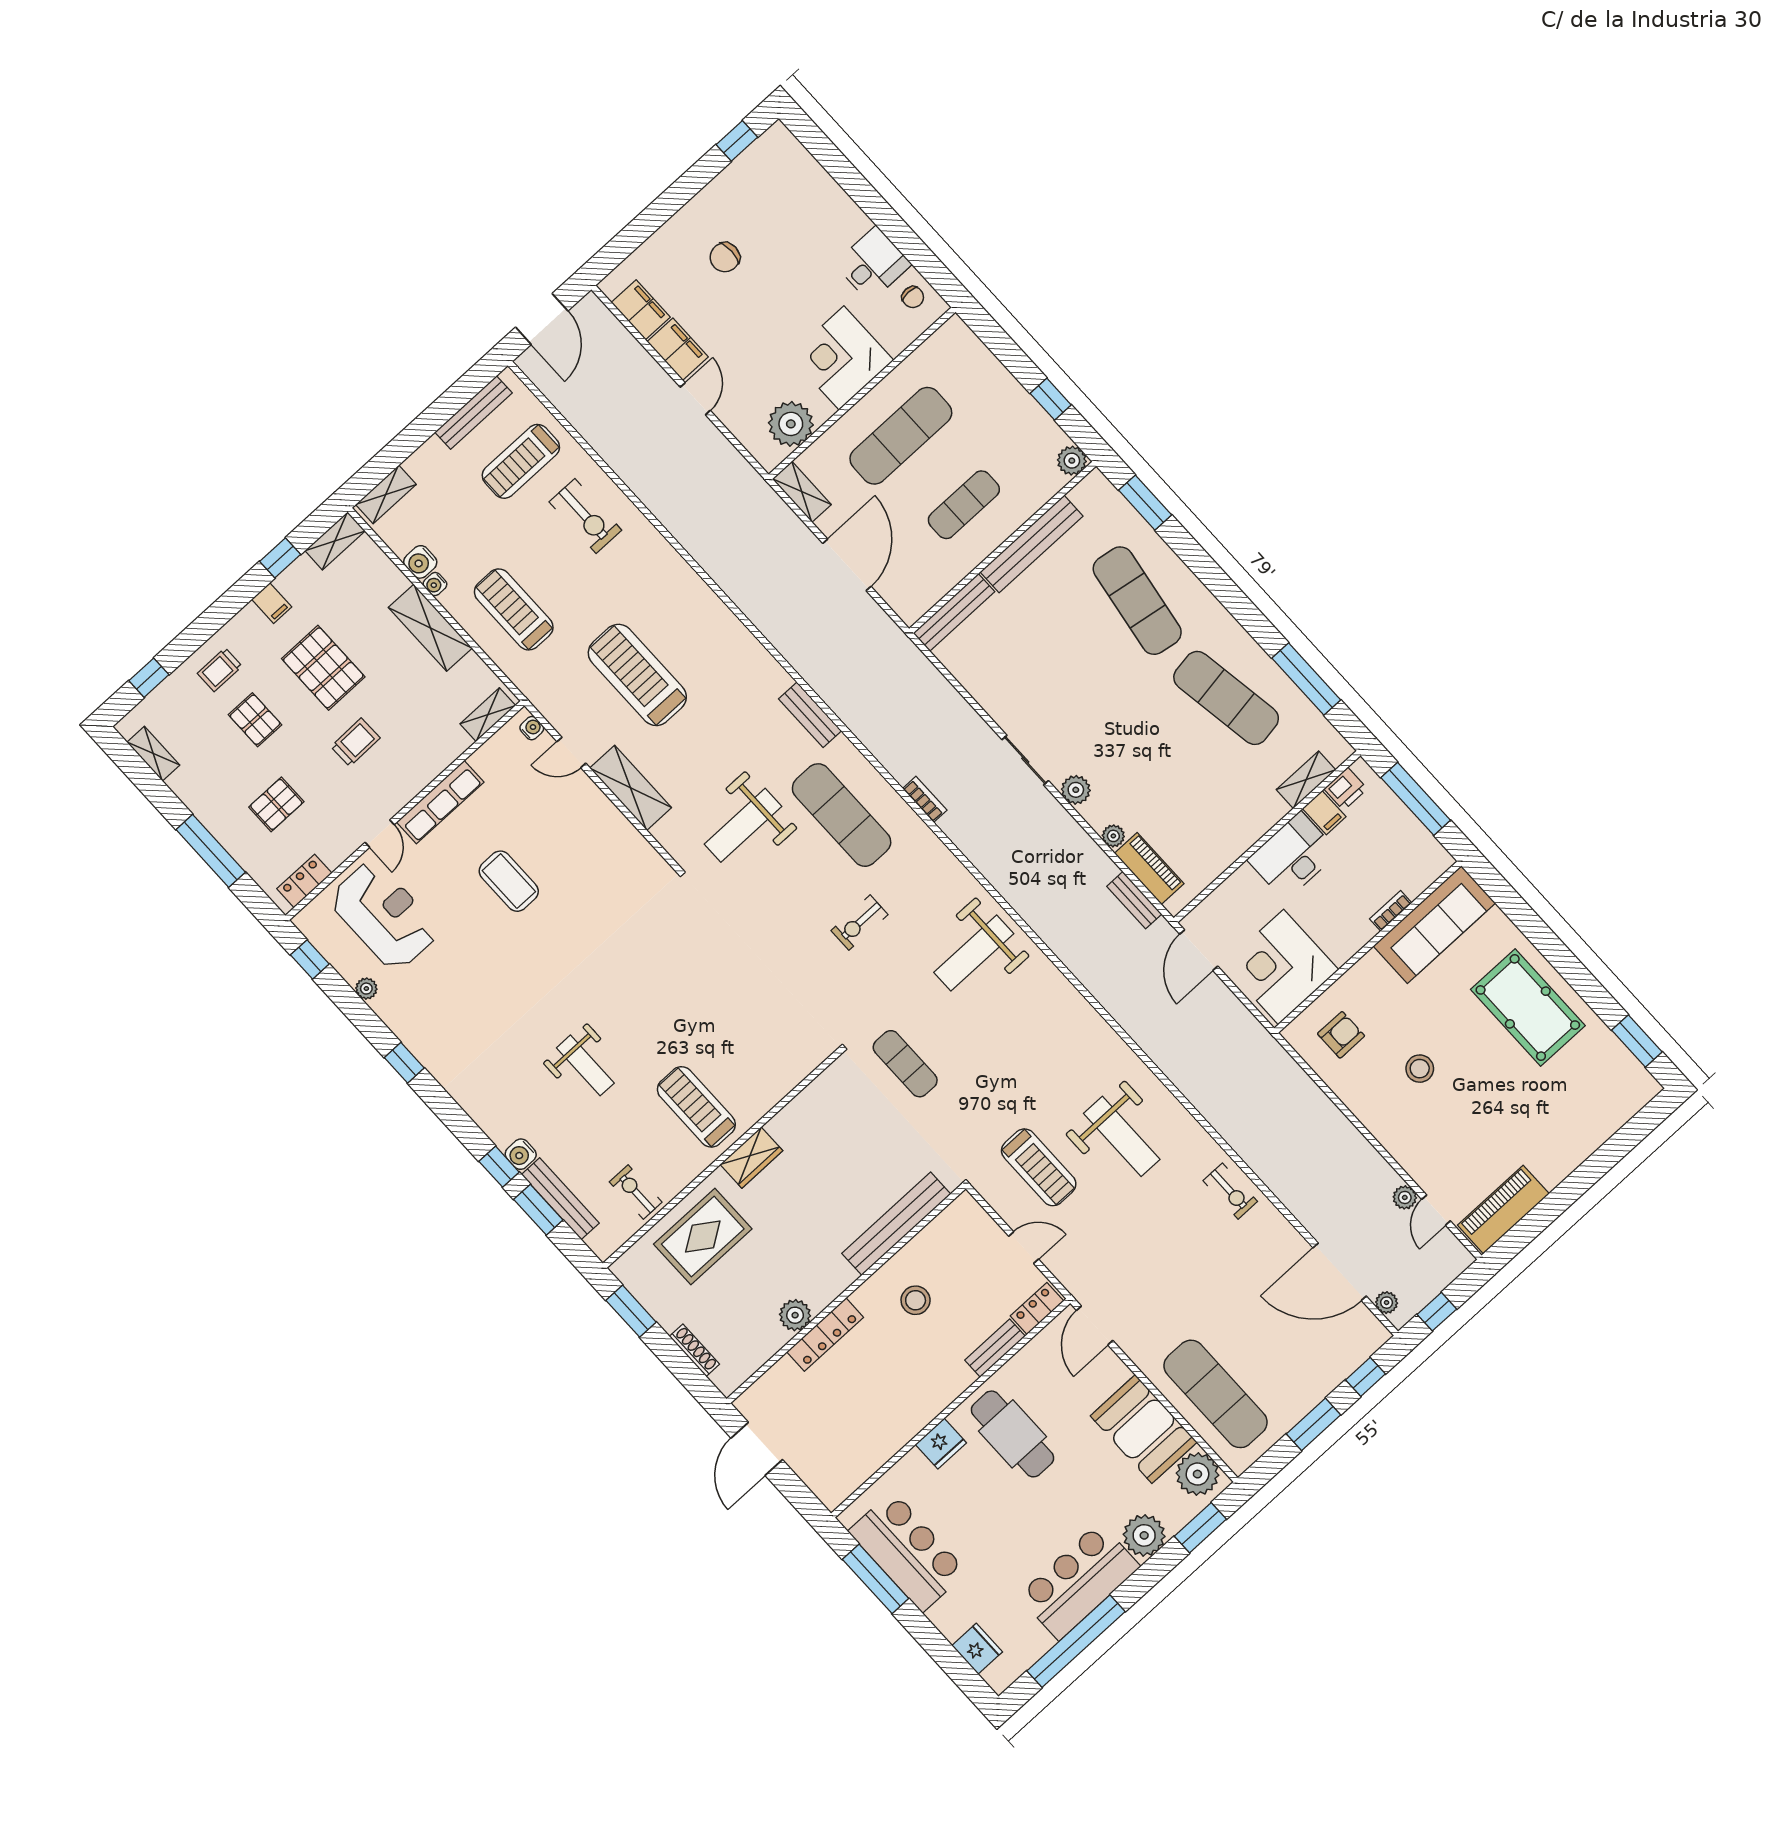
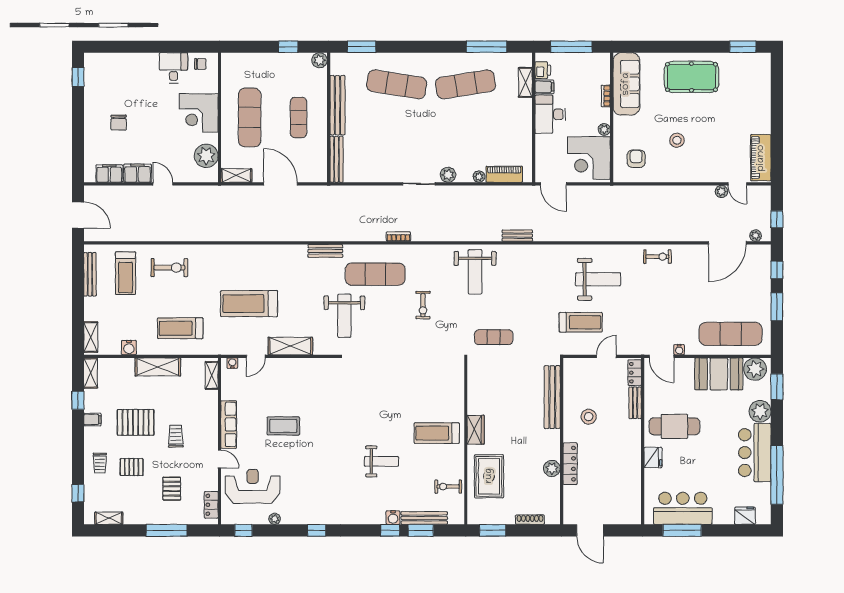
water cooler: (435, 584) -> (679, 350), moved
bench: (1134, 900) -> (517, 236), moved
plant: (1341, 952) -> (604, 129), added

